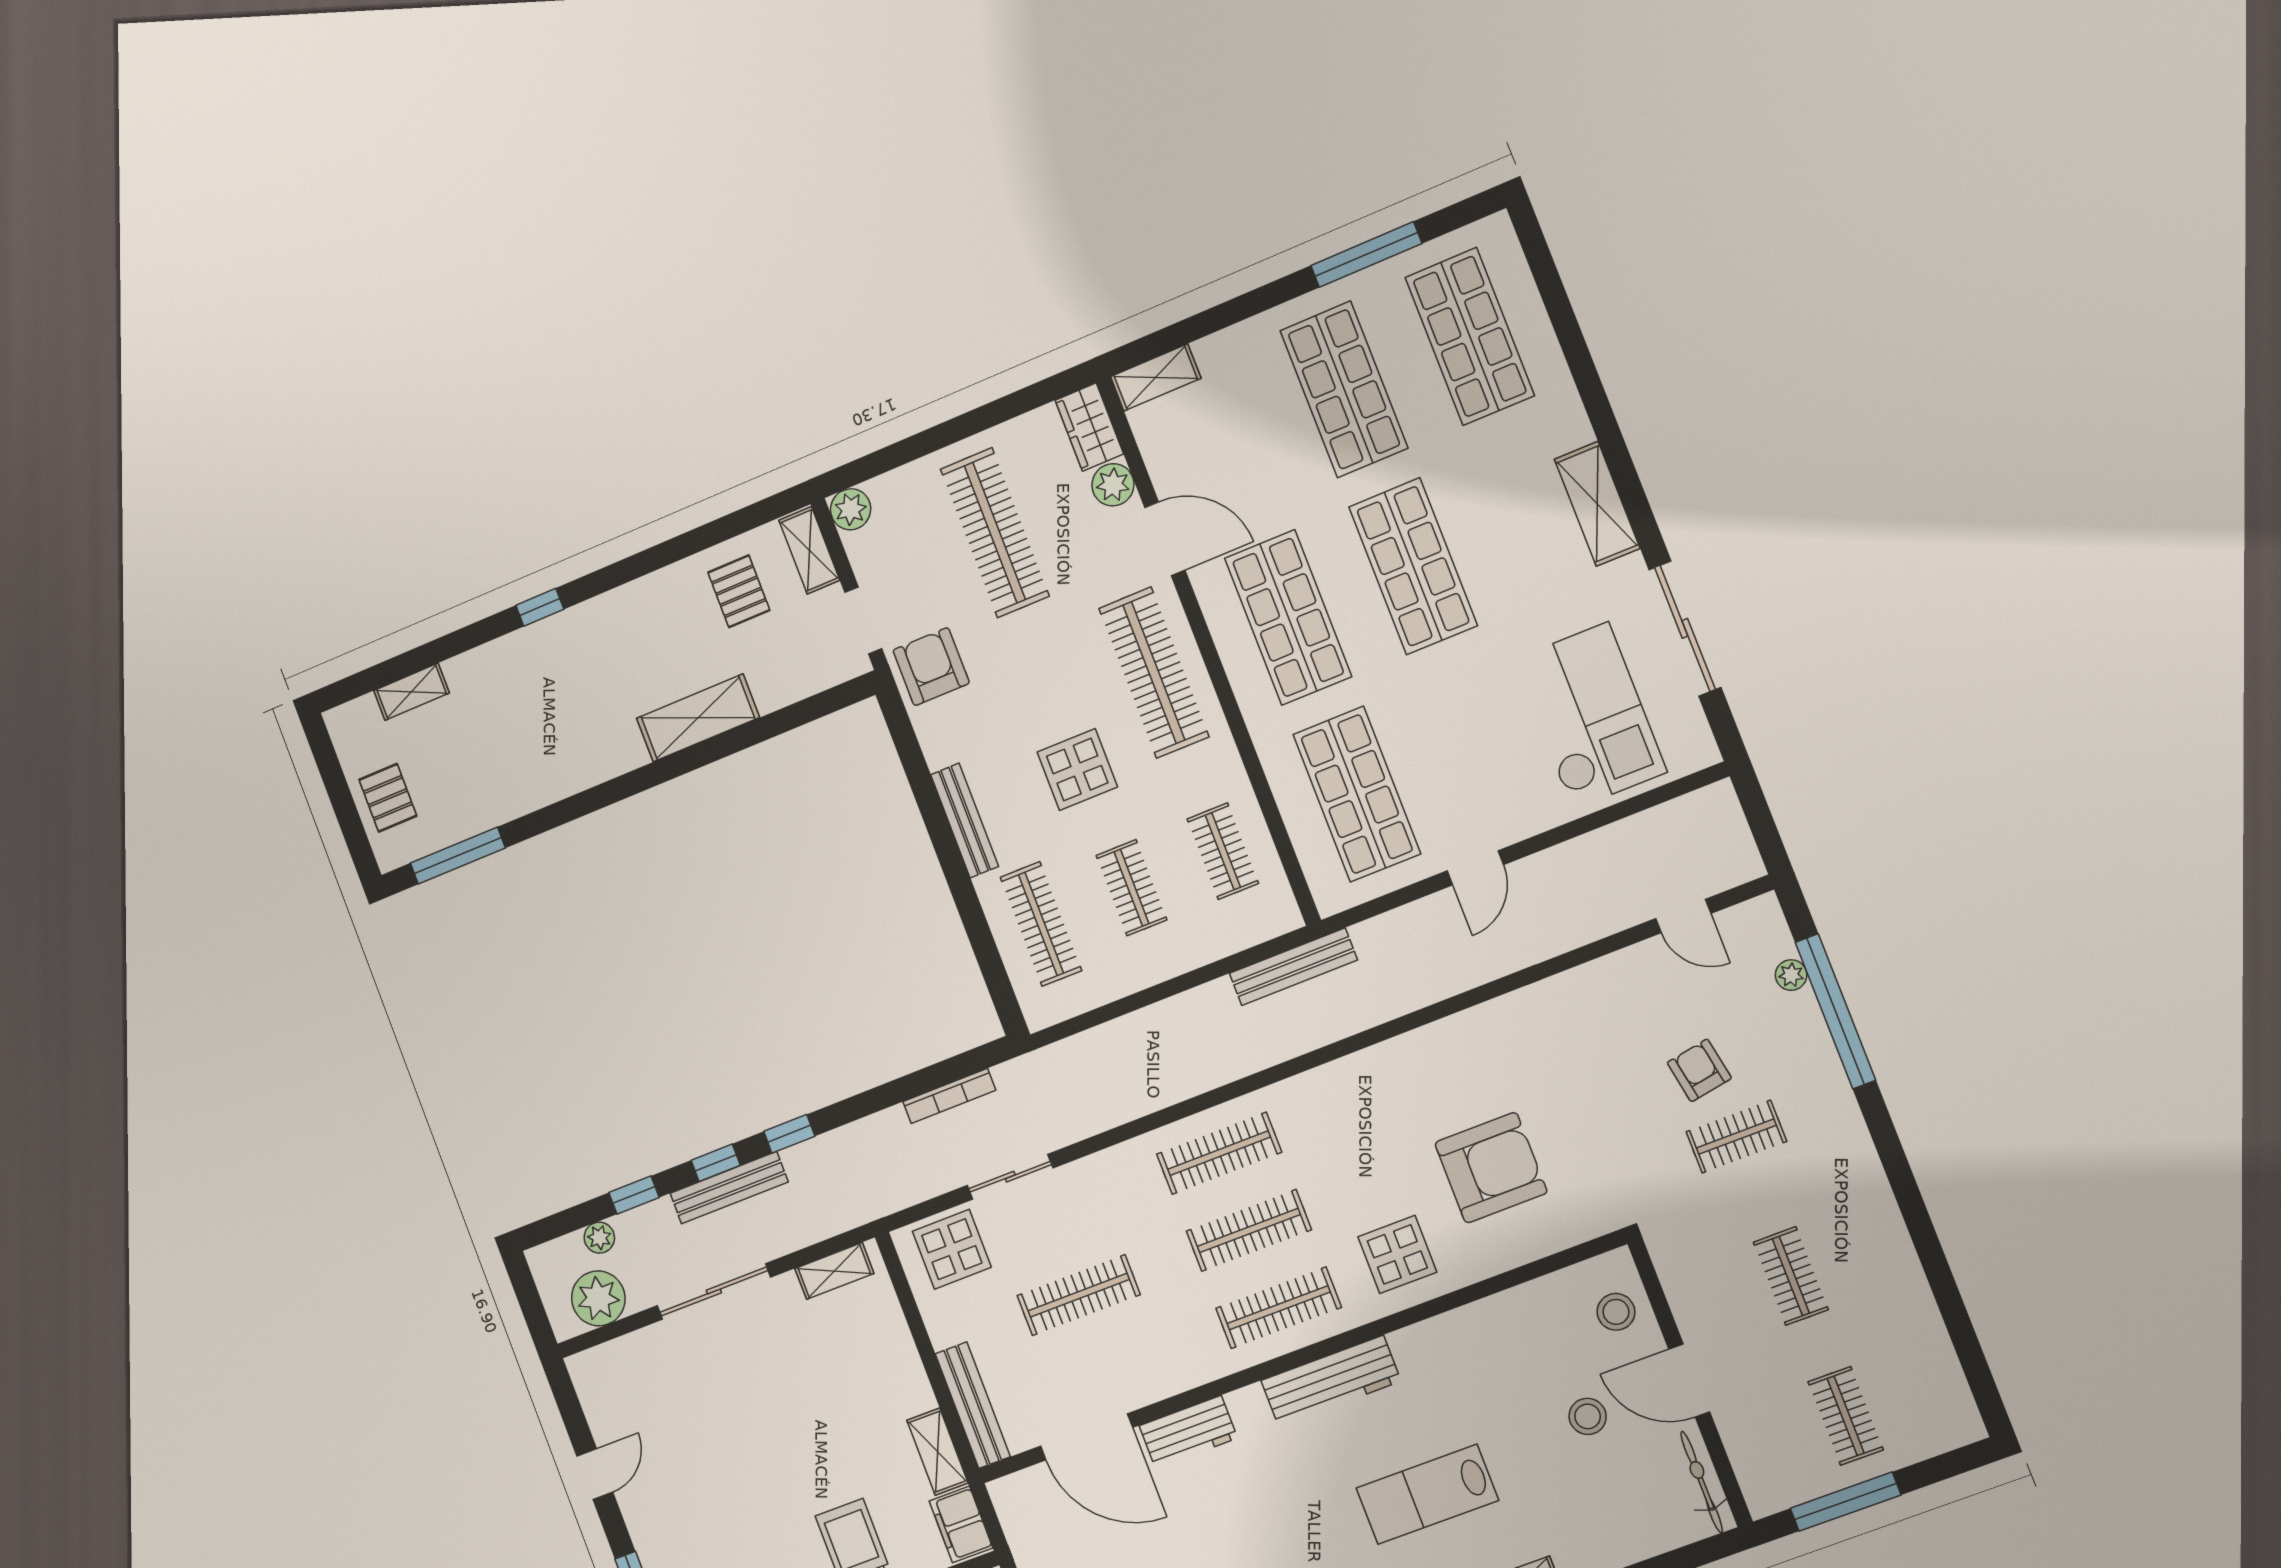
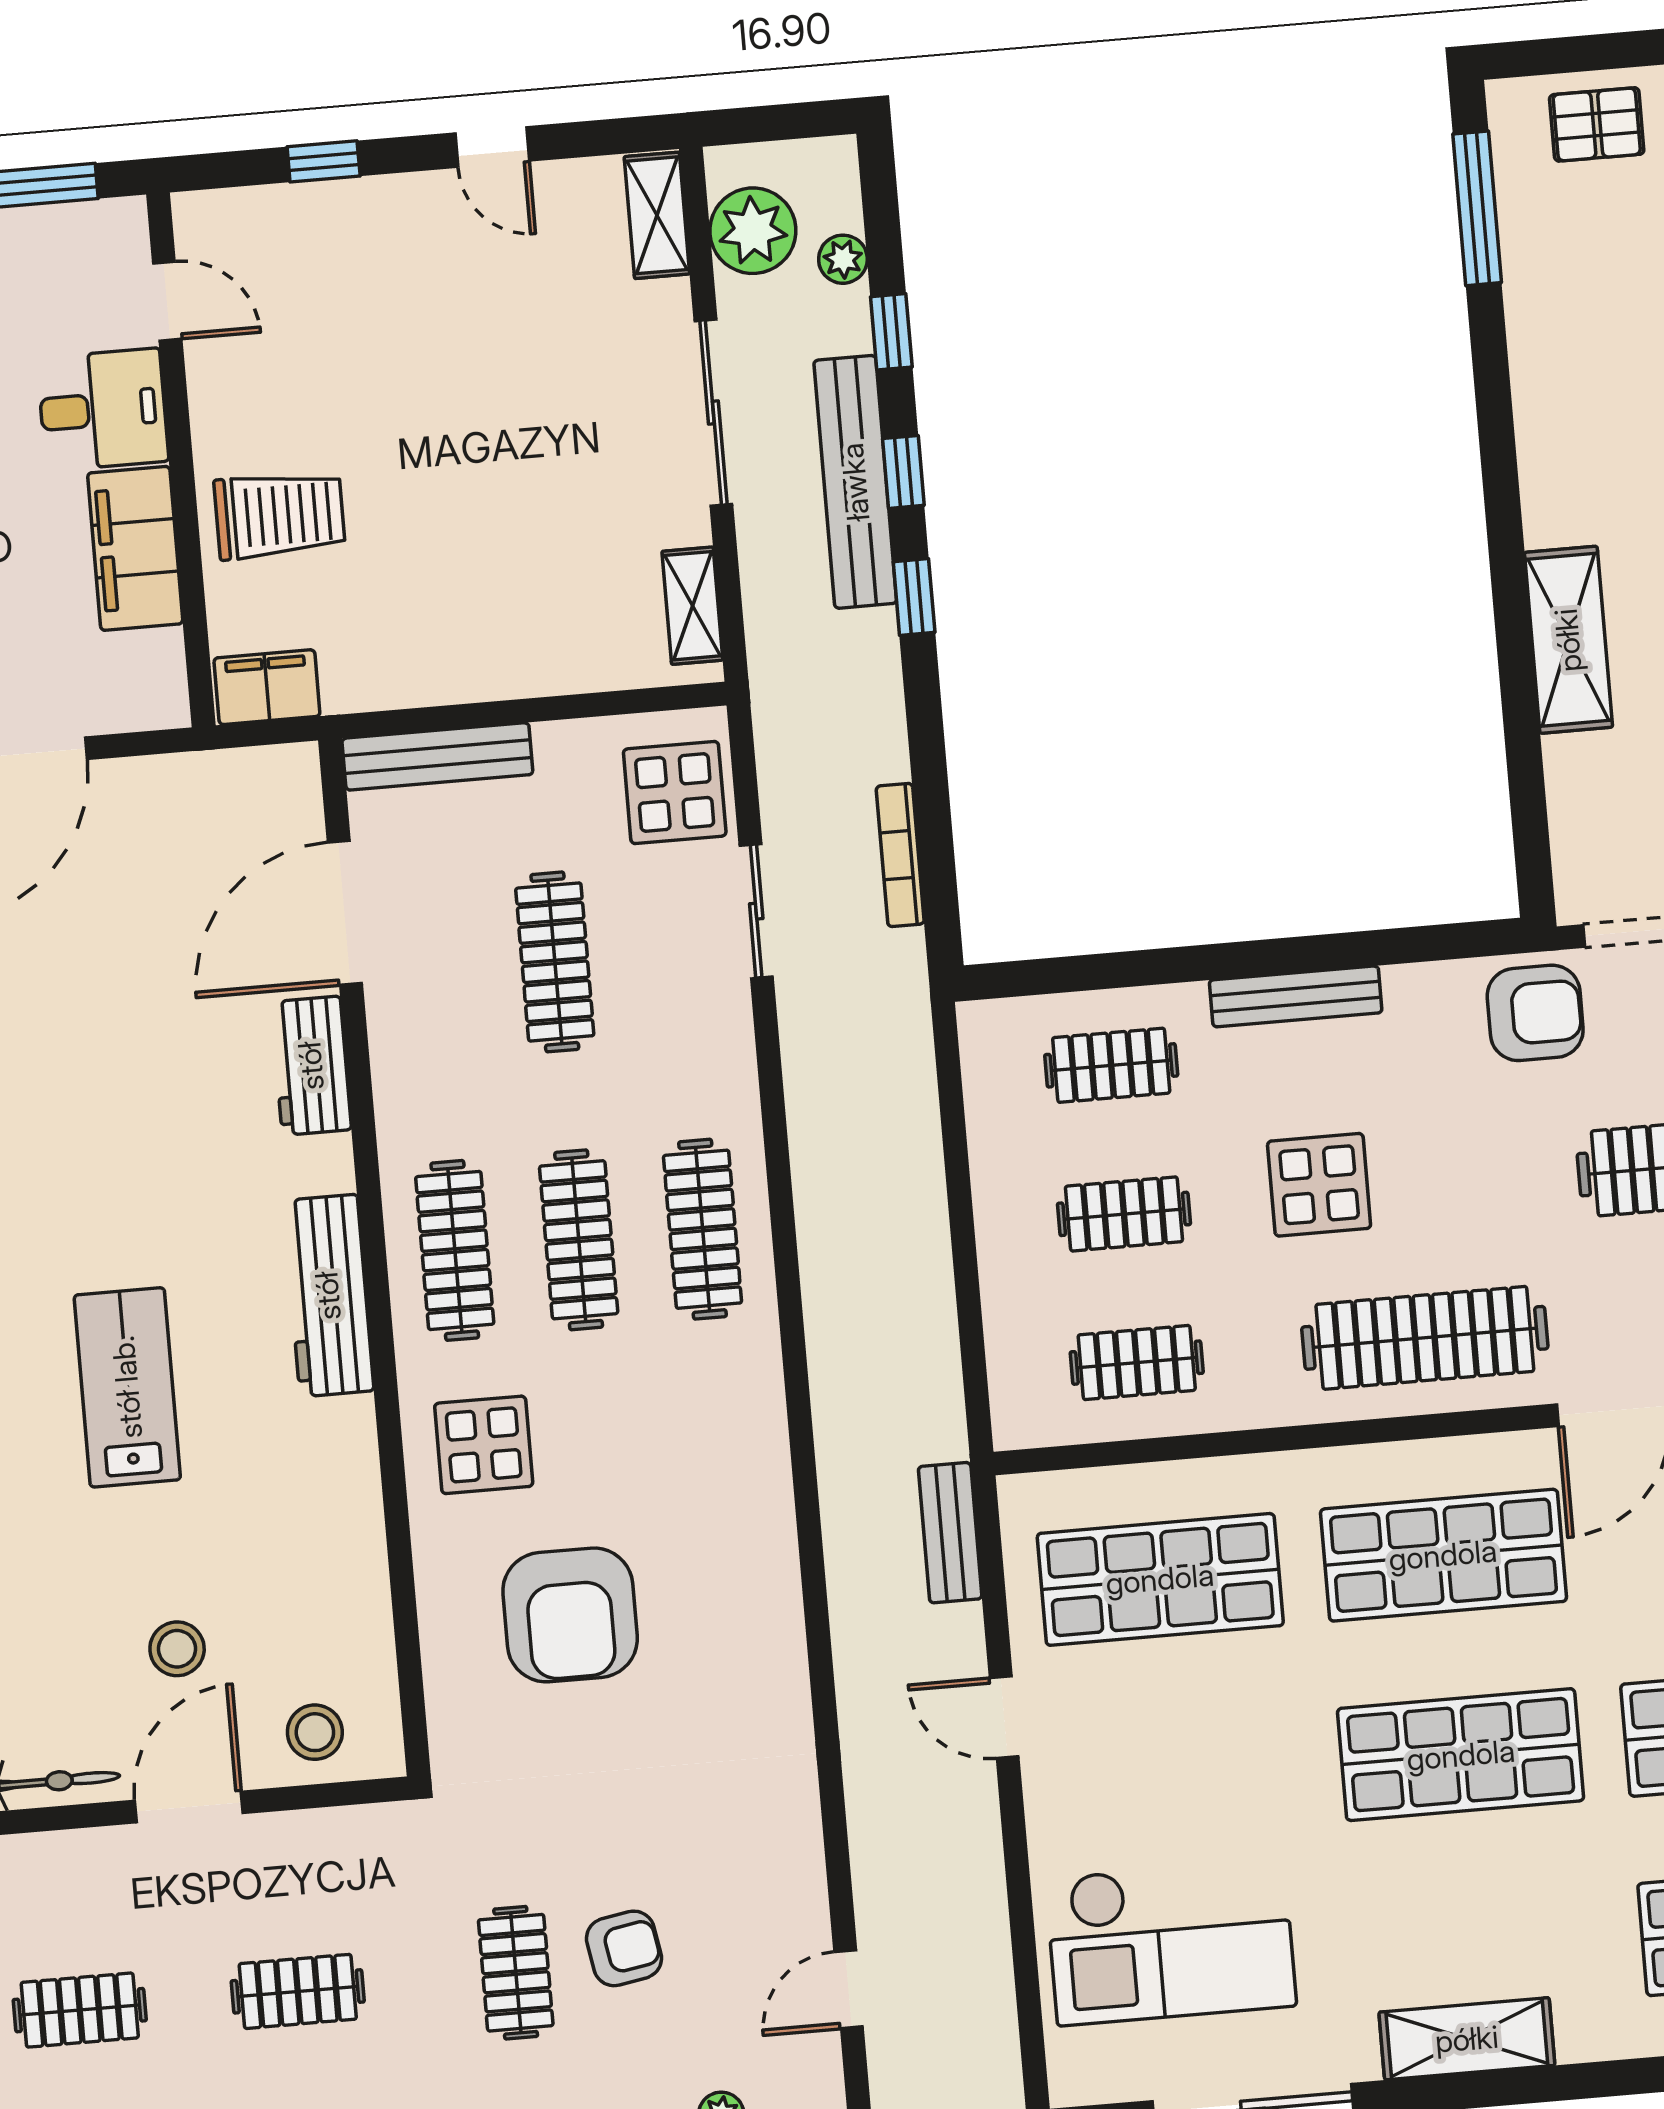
clothes rail: (1041, 924) -> (1111, 1065), width x0.73
bench: (1293, 967) -> (950, 1533), moved, width x0.73
bench: (729, 1188) -> (855, 482), width x1.37, depth x1.21
shelving: (937, 1452) -> (657, 215), moved, turned 90

